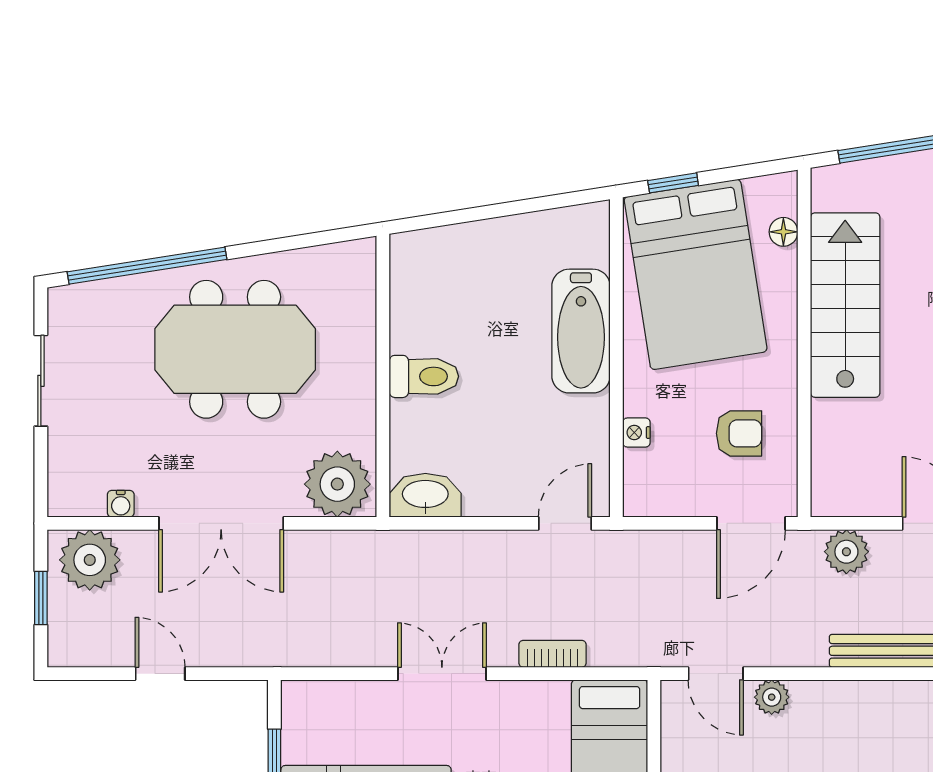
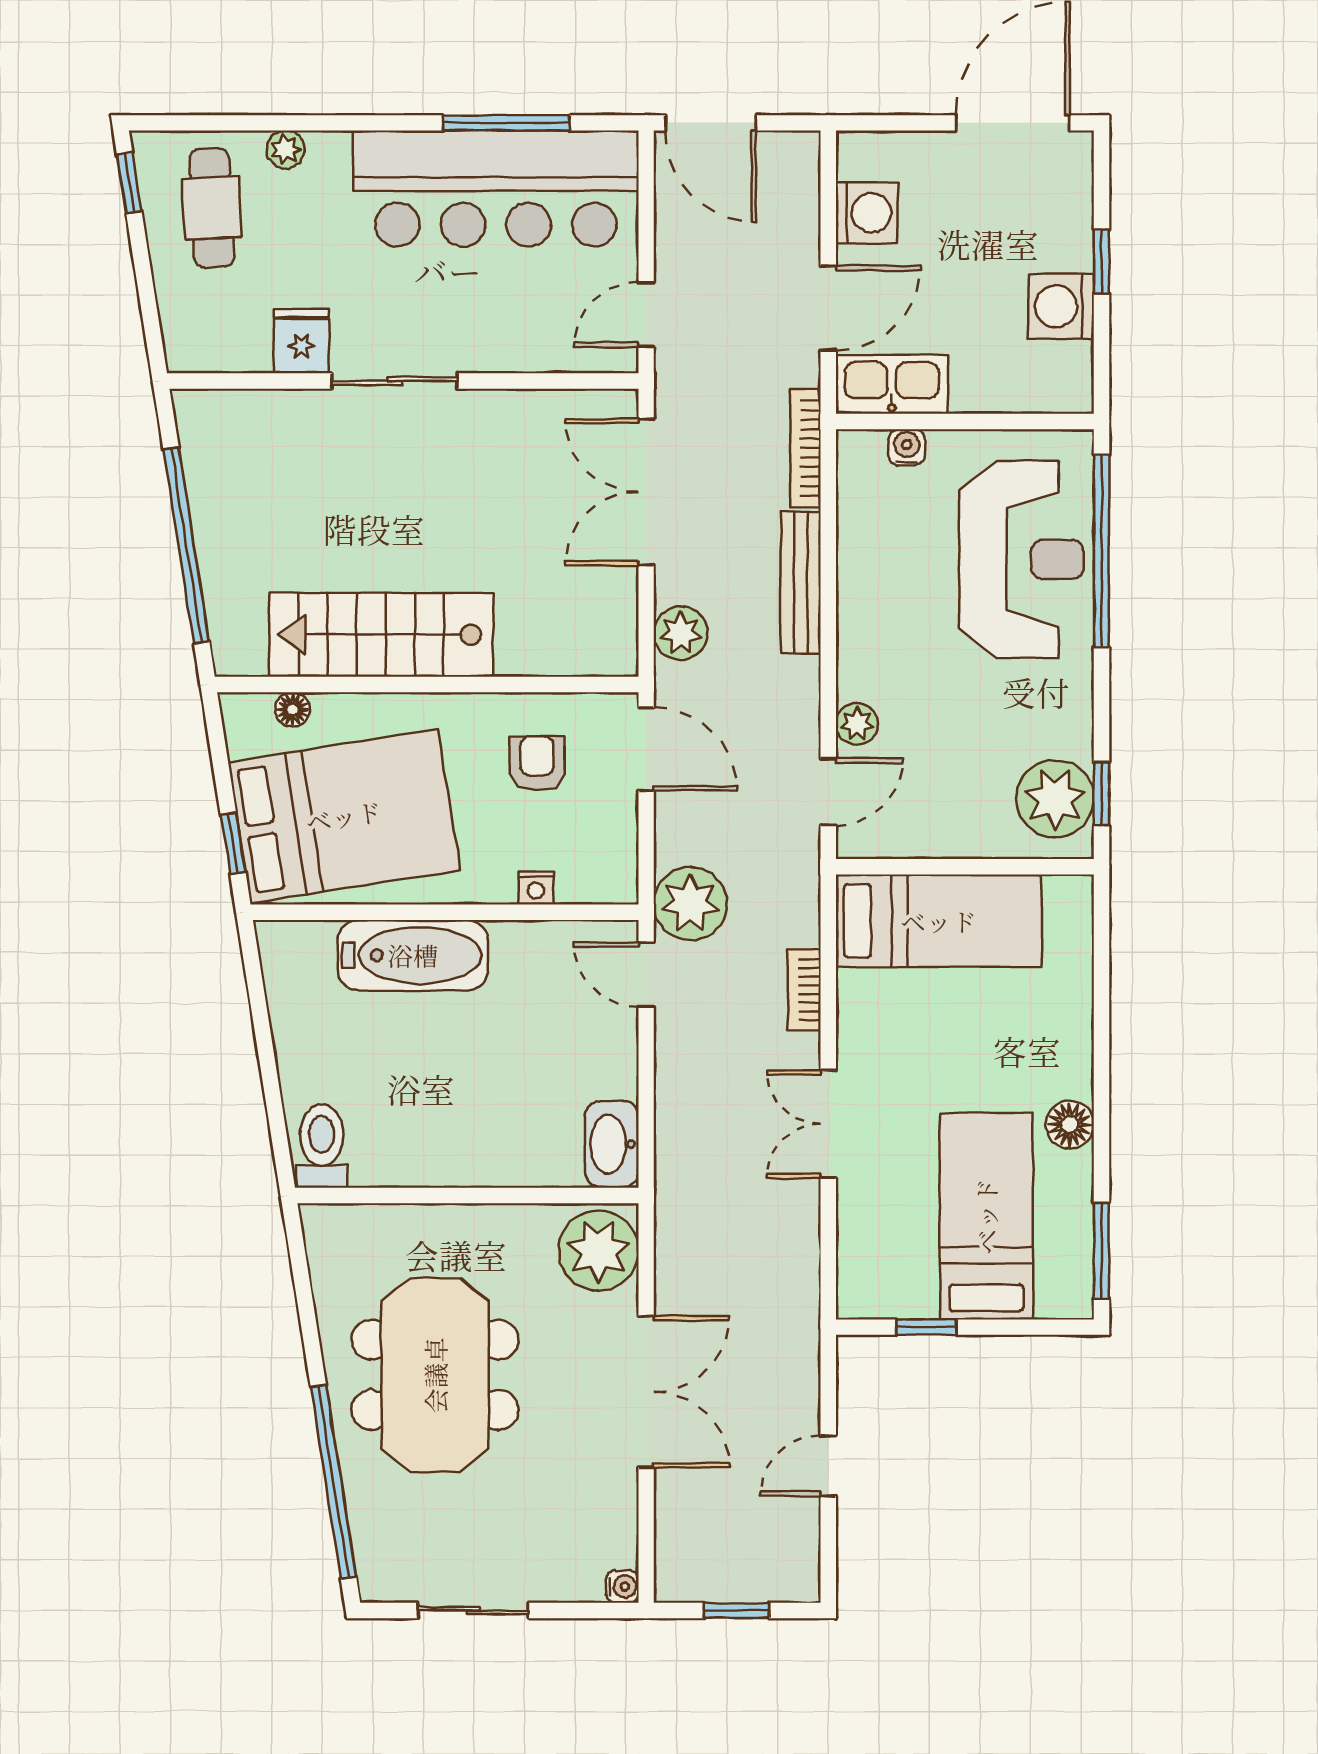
toilet: (424, 376) -> (322, 1146), moved
water cooler: (121, 504) -> (622, 1587), moved
plant: (90, 560) -> (690, 904), moved

